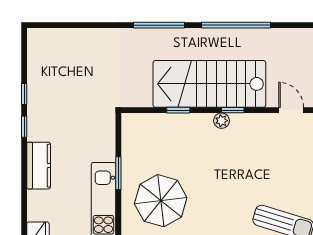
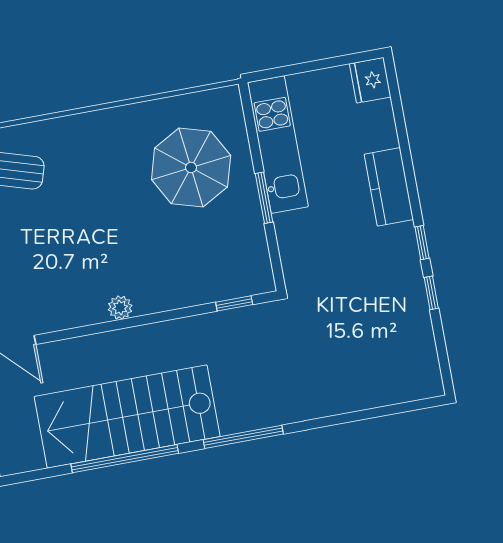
stairs: (209, 84) -> (127, 417), moved, turned 180
window: (178, 110) -> (234, 303), moved
window: (233, 110) -> (106, 327), removed

